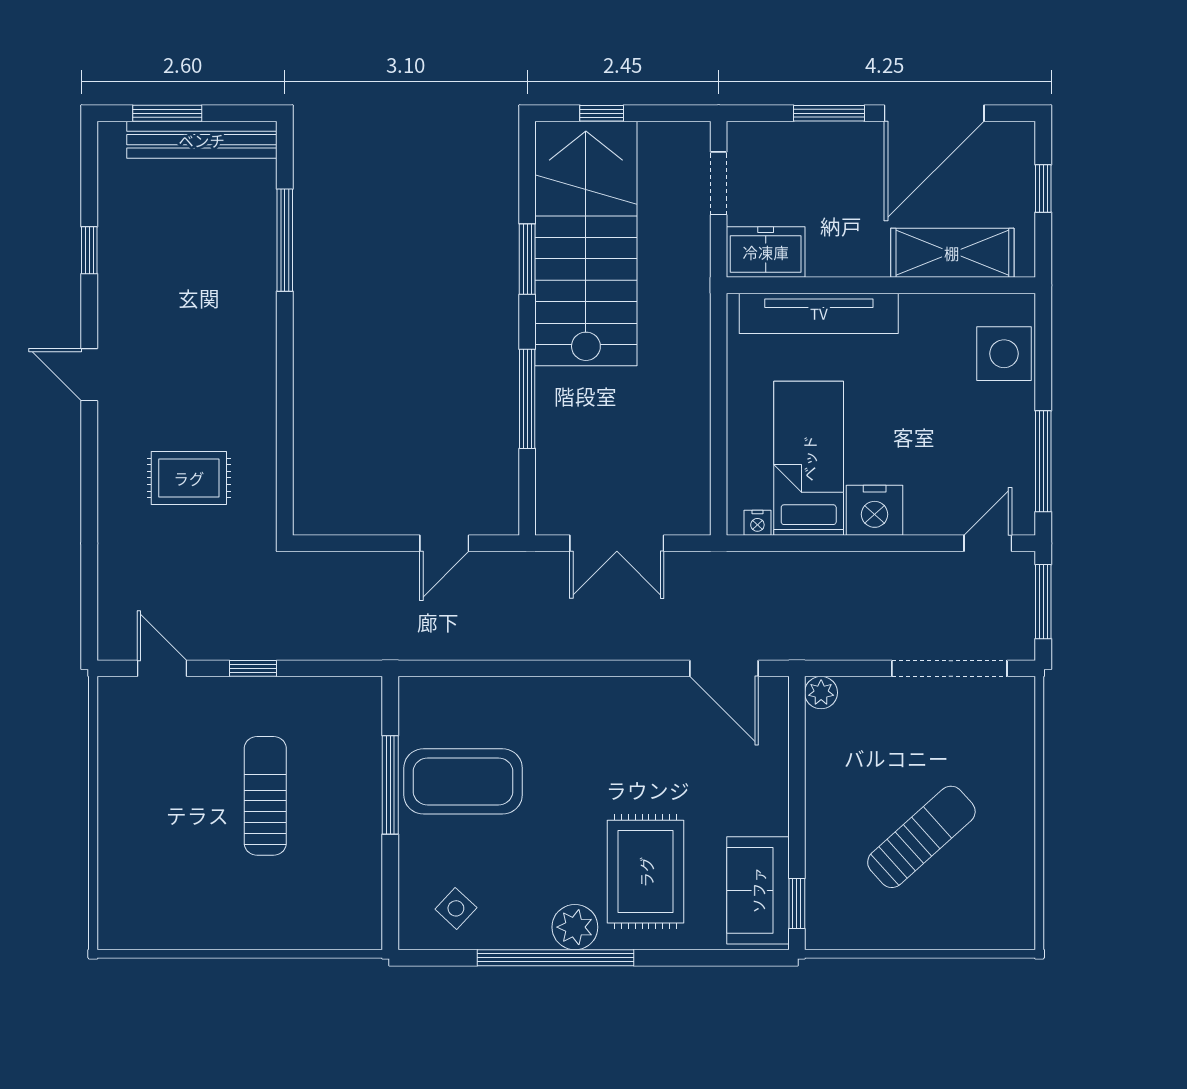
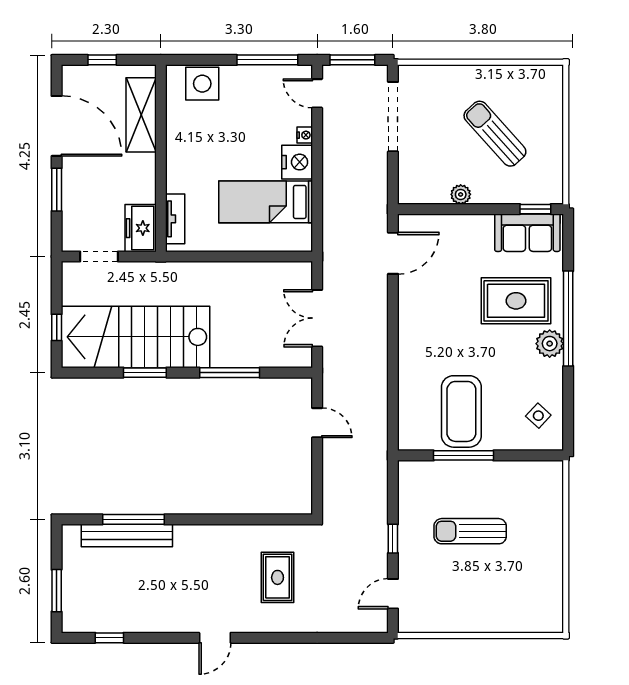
bench: (202, 140) -> (127, 535), moved, turned 90
window: (89, 250) -> (109, 638), moved
tv unit: (819, 313) -> (175, 219), width x0.52, depth x0.78
nightstand: (757, 523) -> (305, 135), moved
double door: (617, 543) -> (317, 318), swing flipped
plant: (821, 693) -> (461, 194), moved
window: (555, 958) -> (568, 319), moved

